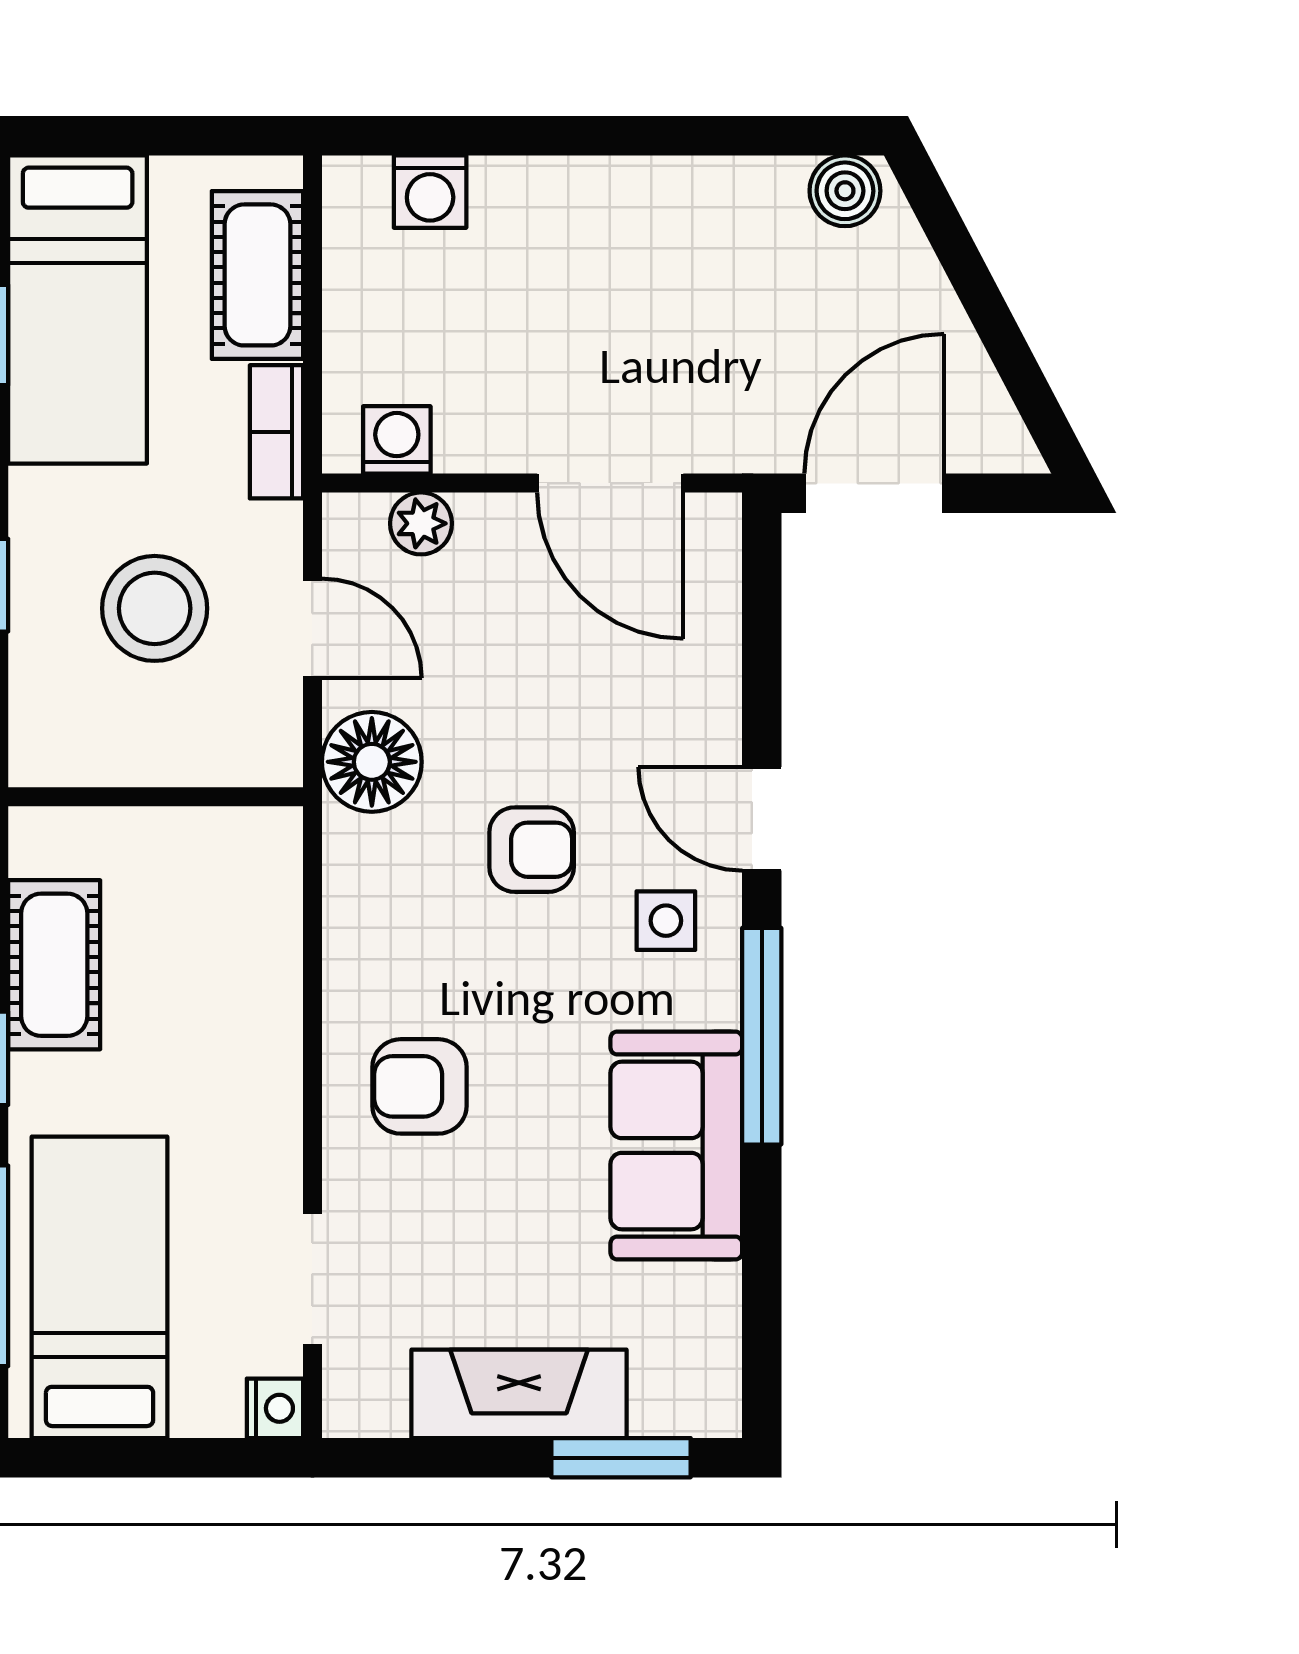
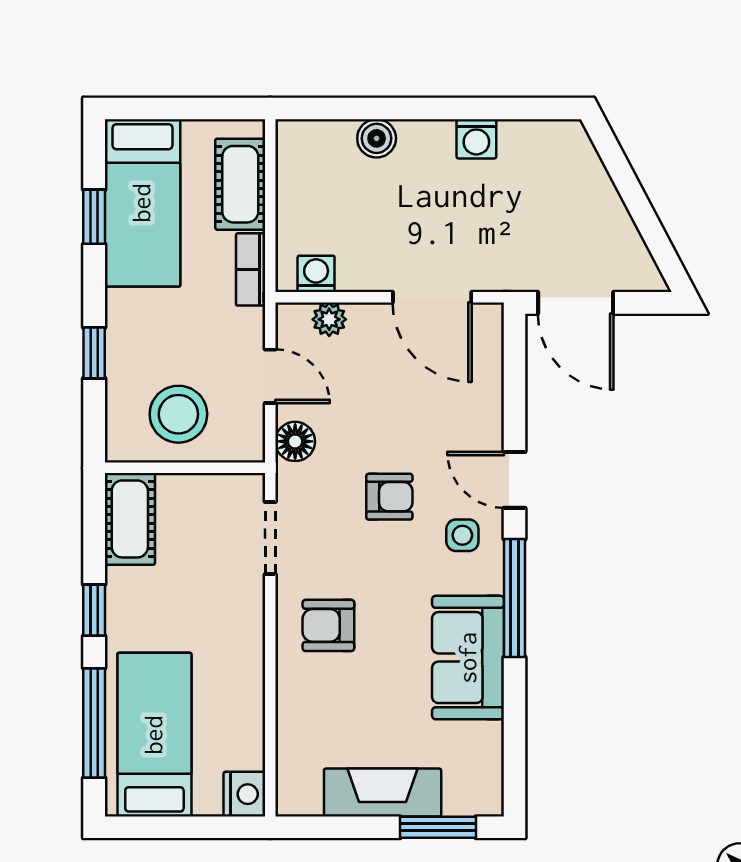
boiler: (845, 191) -> (377, 138), moved
washing machine: (430, 192) -> (476, 139), moved
door: (874, 493) -> (576, 303), swing flipped
stool: (155, 608) -> (178, 414), moved
floor lamp: (372, 762) -> (295, 441), width x0.73, depth x0.73
cot: (54, 965) -> (130, 519), moved
doorway: (312, 1279) -> (270, 538), moved
nightstand: (275, 1408) -> (244, 794), width x1.39, depth x1.35

